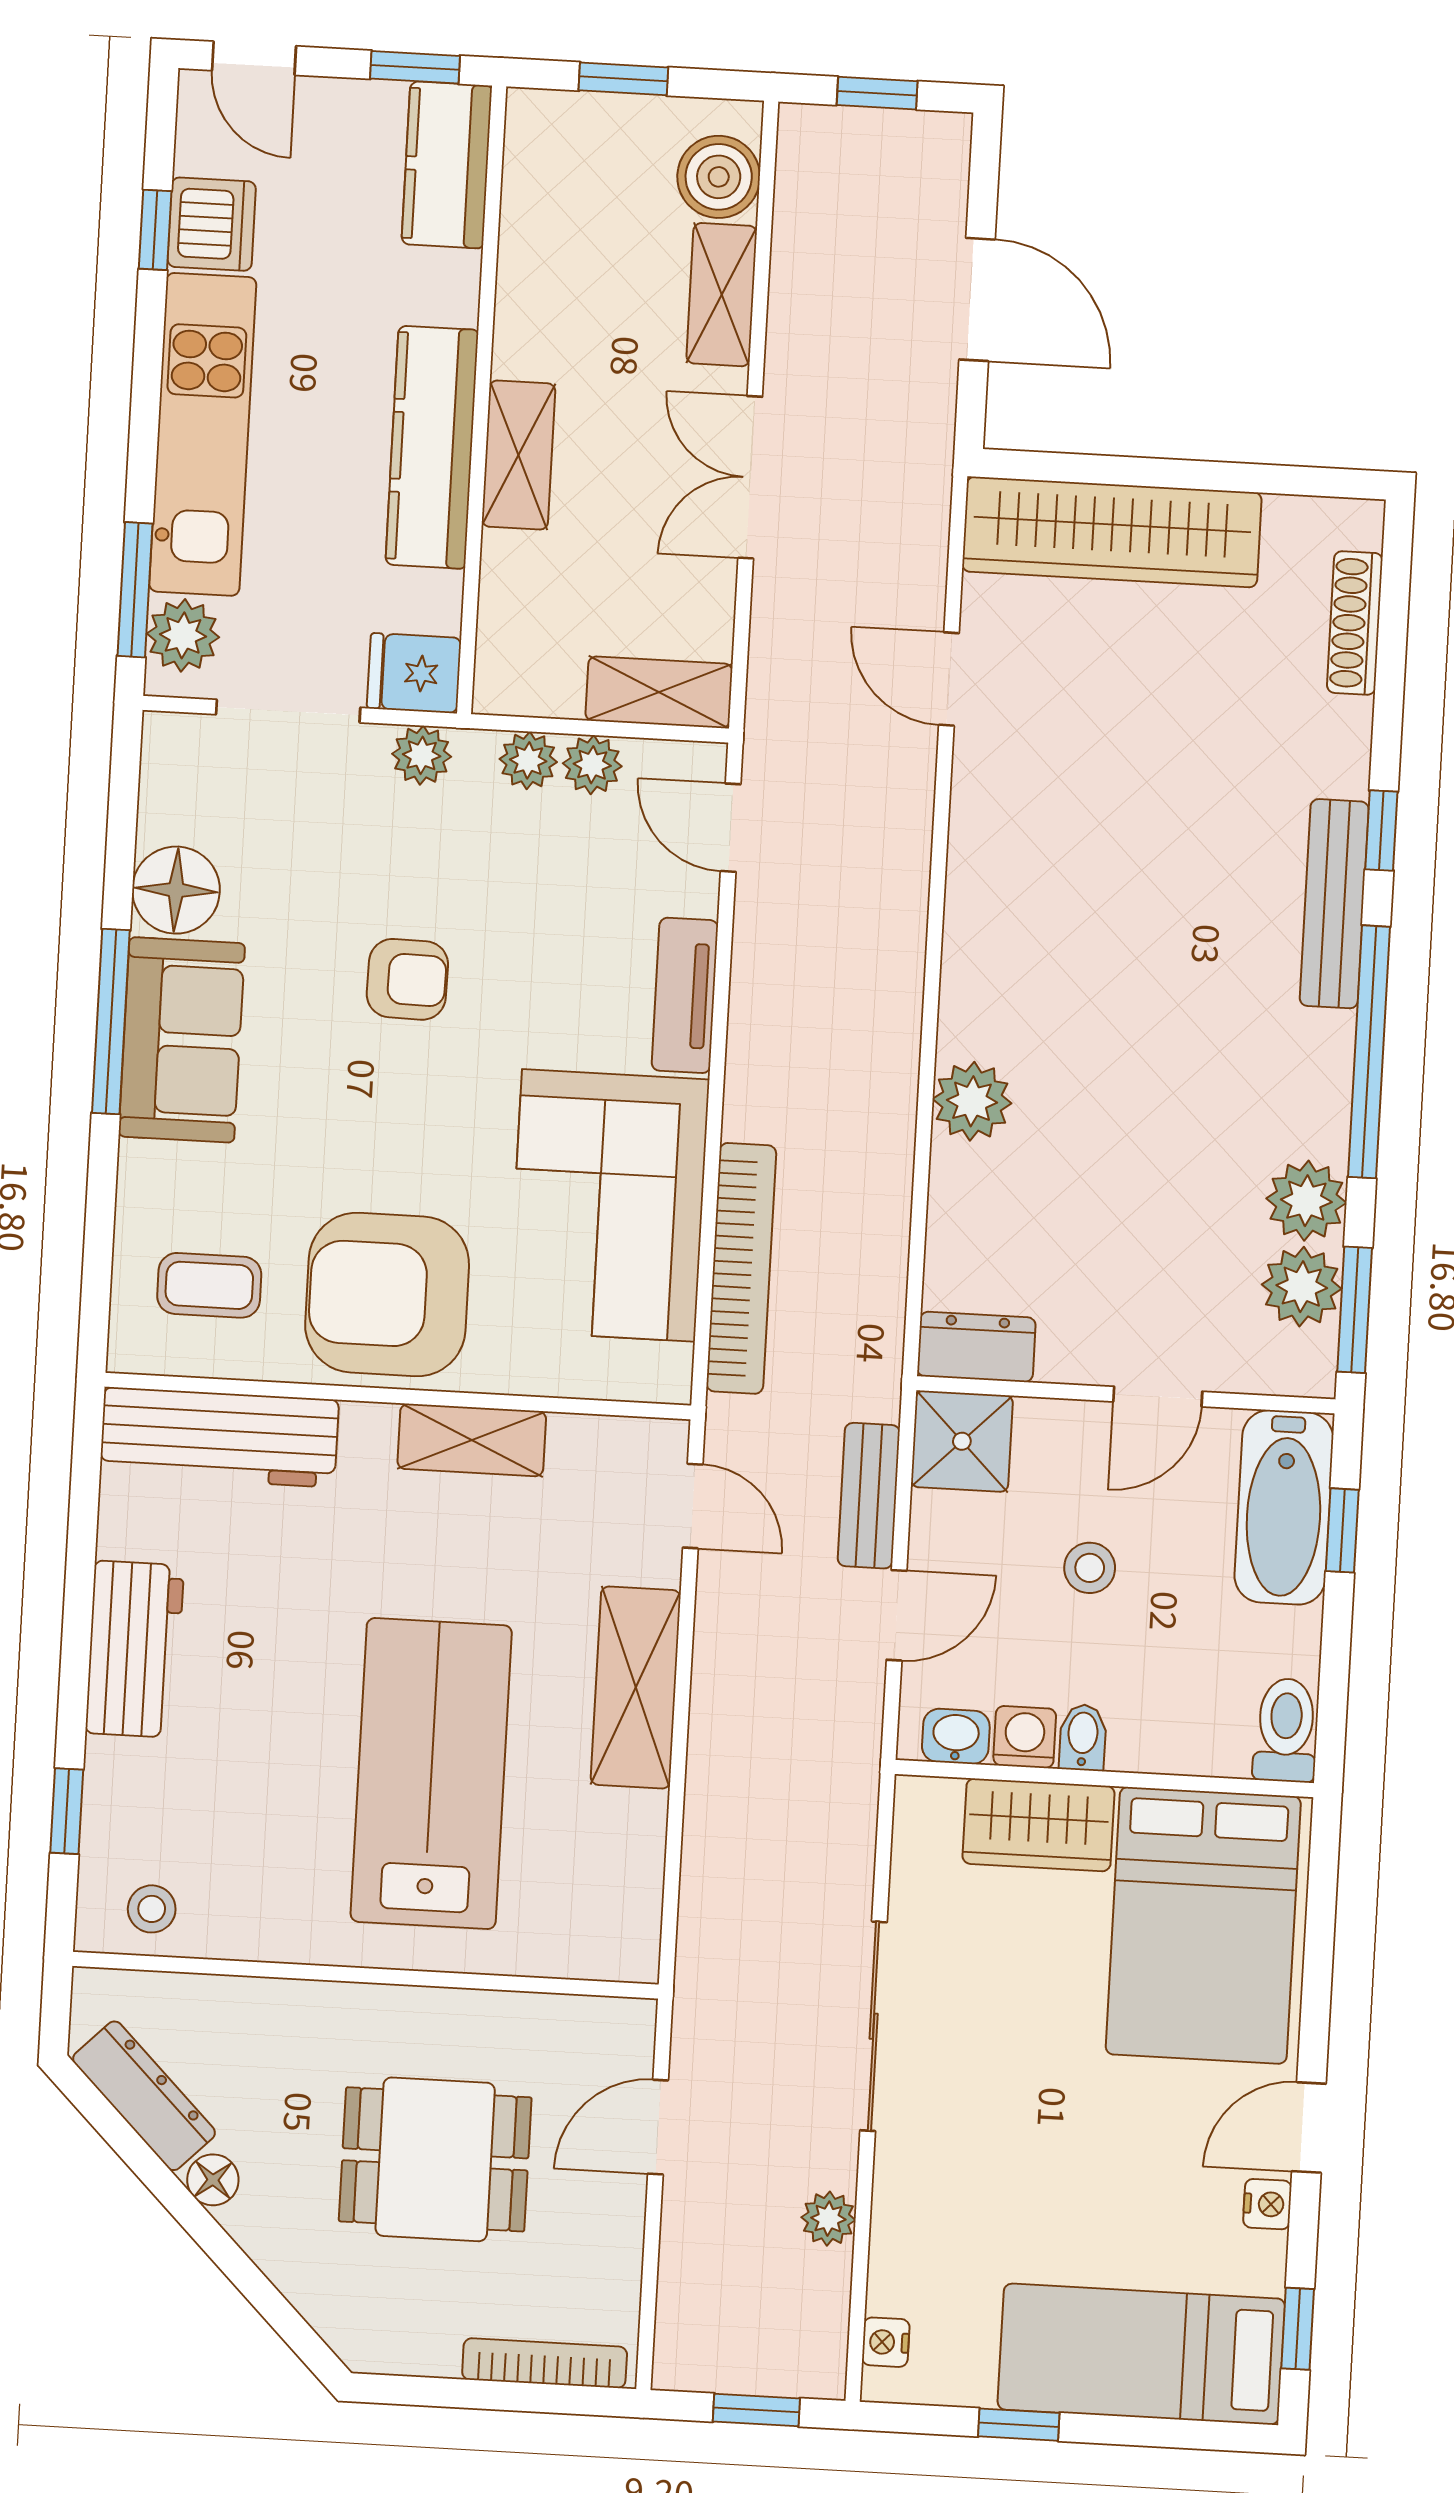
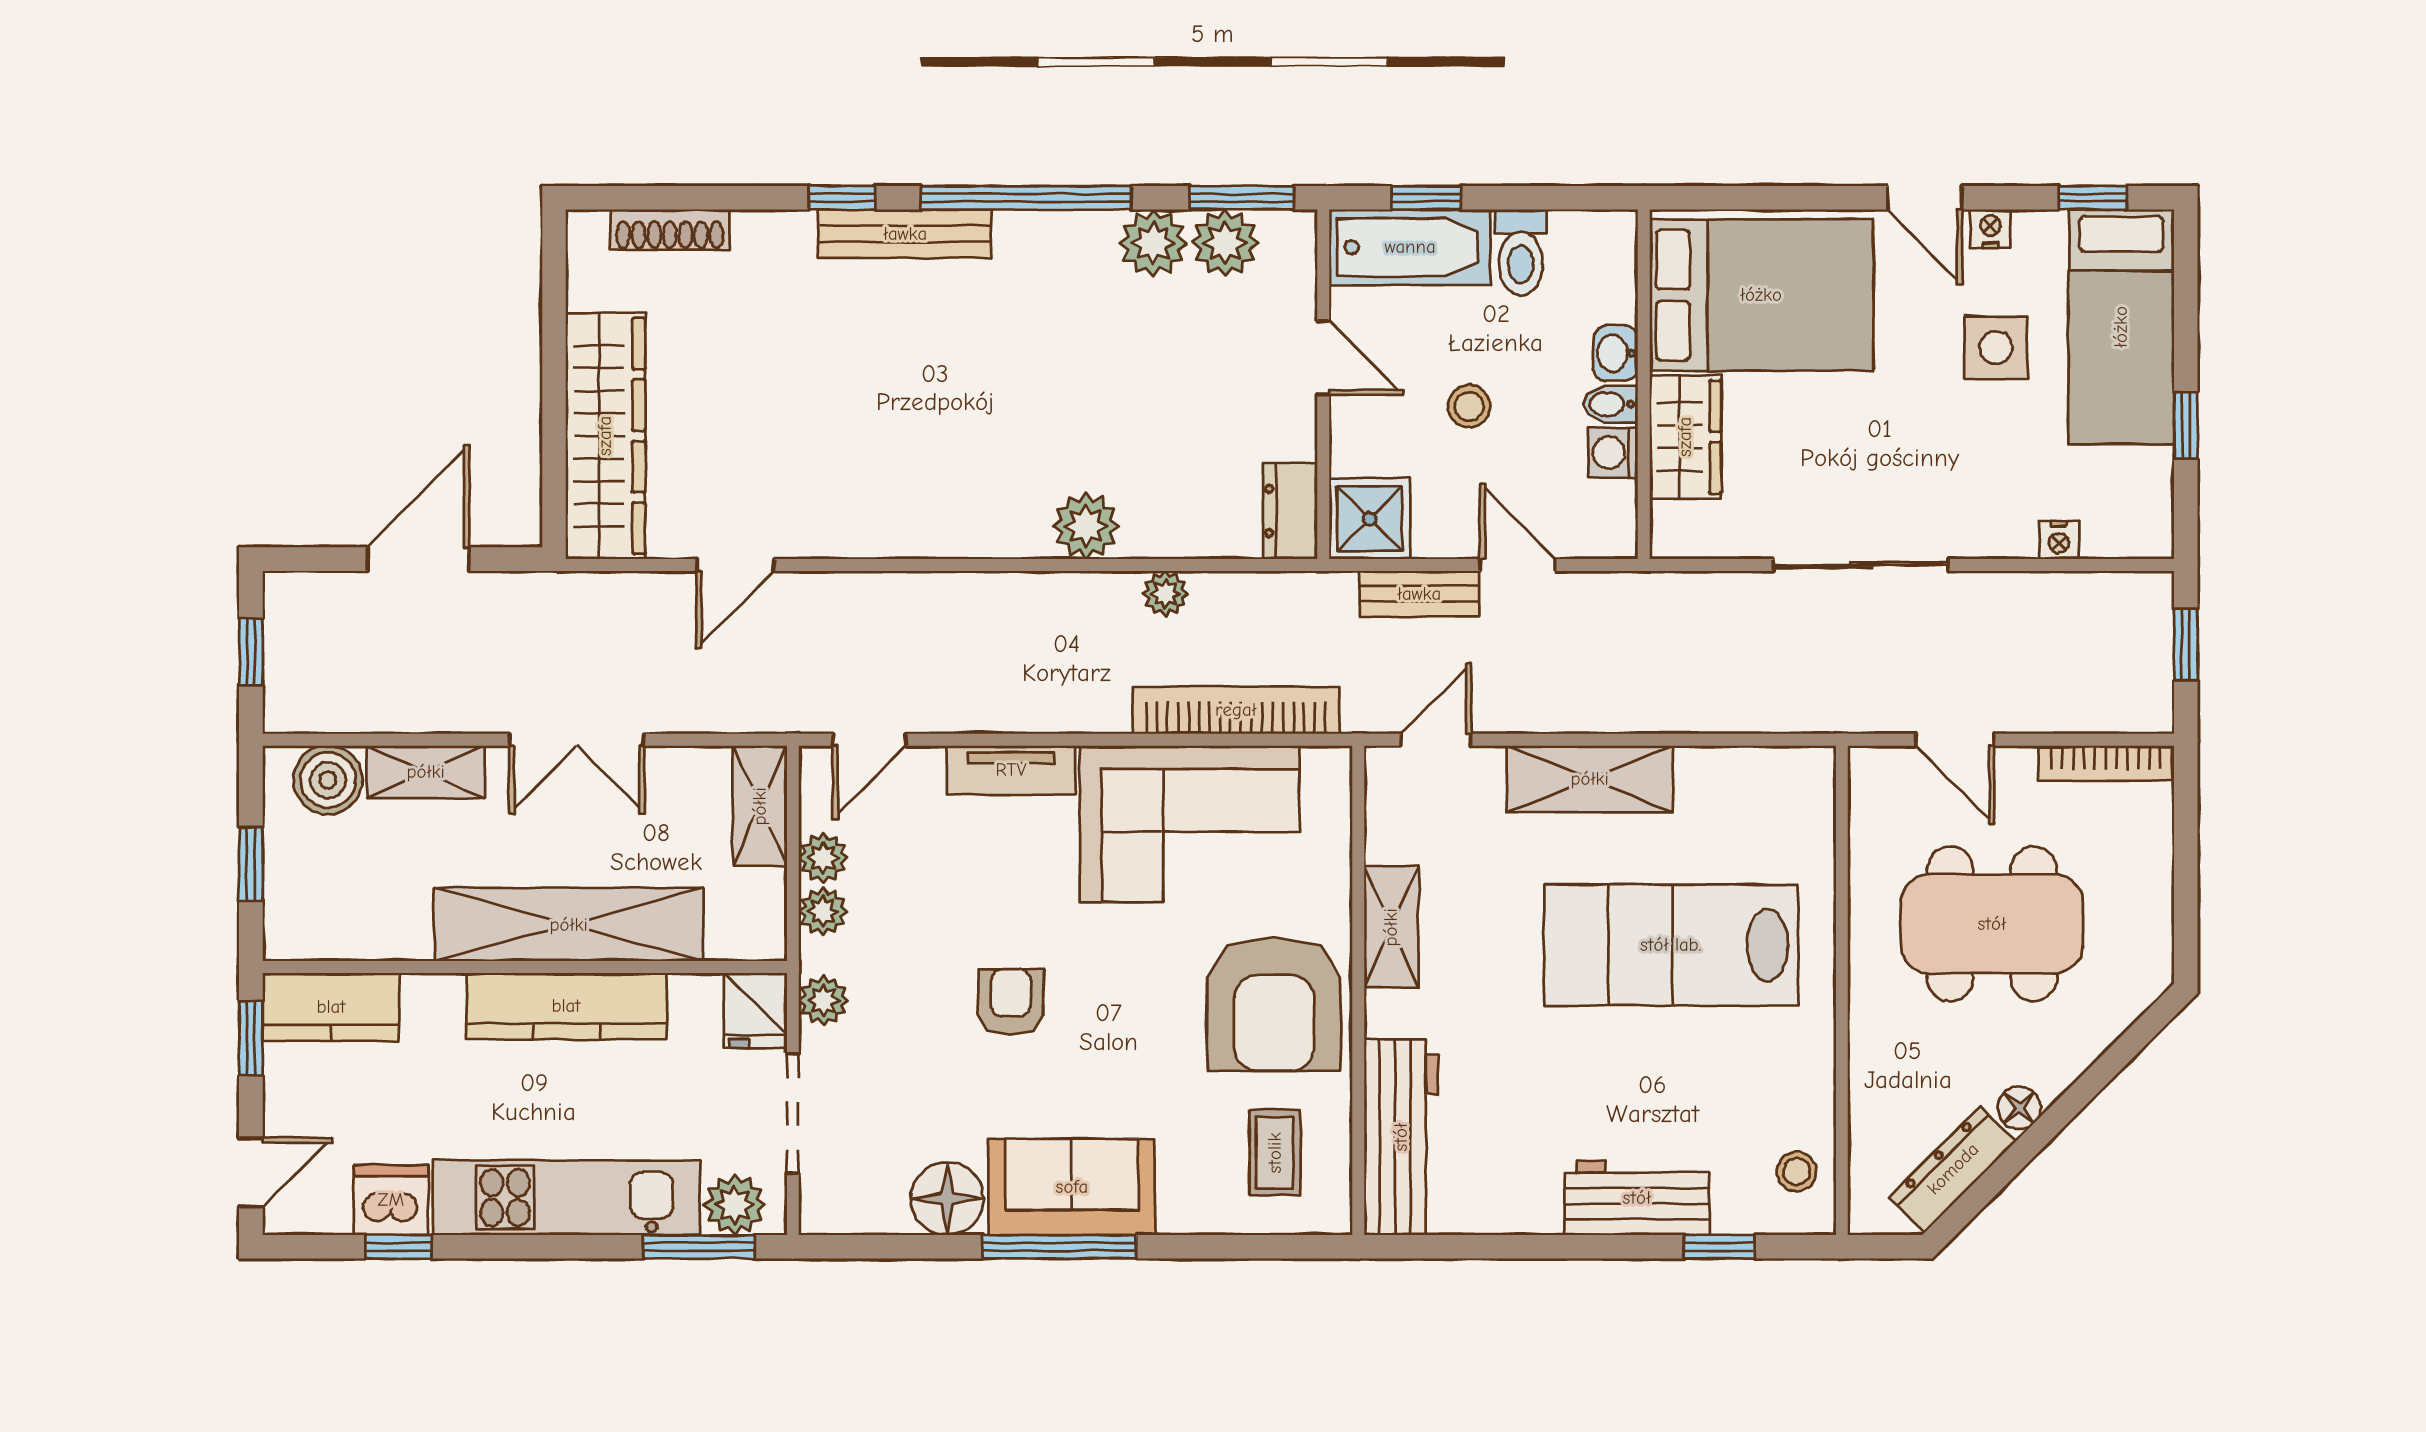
shelving: (519, 455) -> (569, 925), width x2.20, depth x1.33
workbench: (135, 1649) -> (1637, 1198), moved
toilet: (1286, 1730) -> (1521, 252), moved, turned -90
washbasin: (956, 1736) -> (1616, 353), moved
dining table: (435, 2159) -> (1992, 924), width x1.37
side table: (1125, 2202) -> (1996, 348), added
plant: (828, 2219) -> (1165, 594), moved
nightstand: (886, 2342) -> (2059, 540), moved
bookcase: (545, 2363) -> (2106, 763), moved, turned -90

